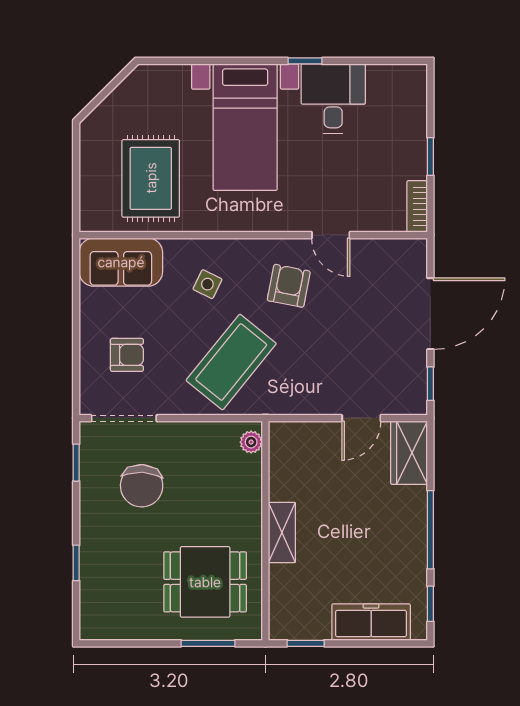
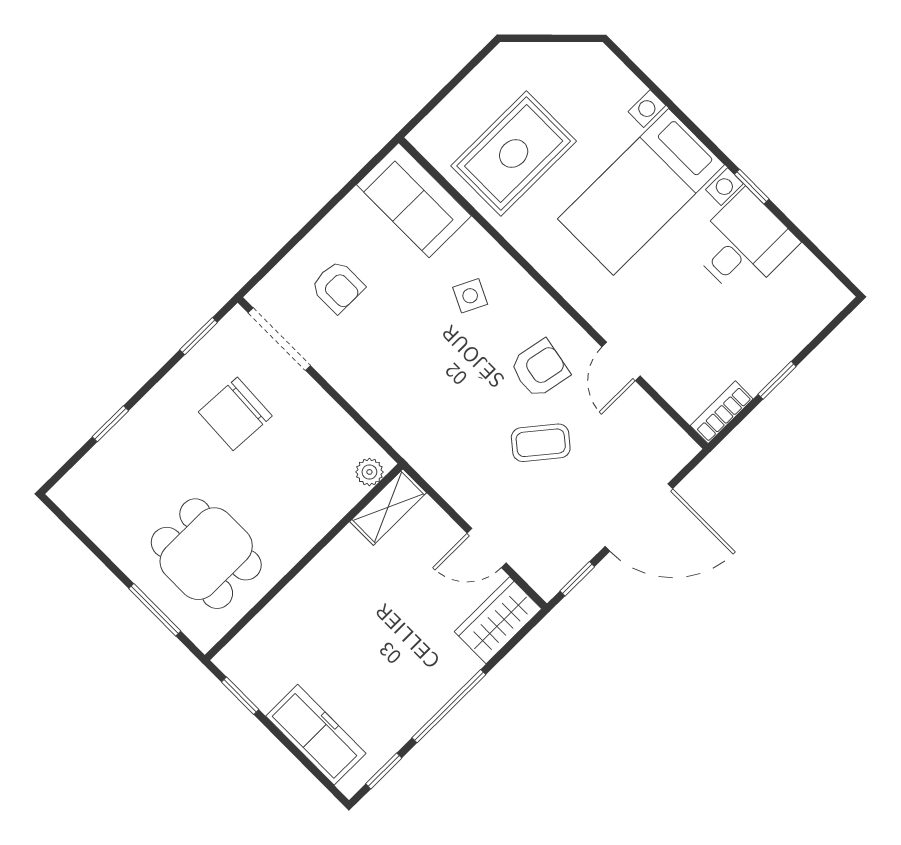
coffee table: (231, 362) -> (541, 443), moved, width x0.54, depth x0.58
shelving: (282, 532) -> (388, 507), moved

